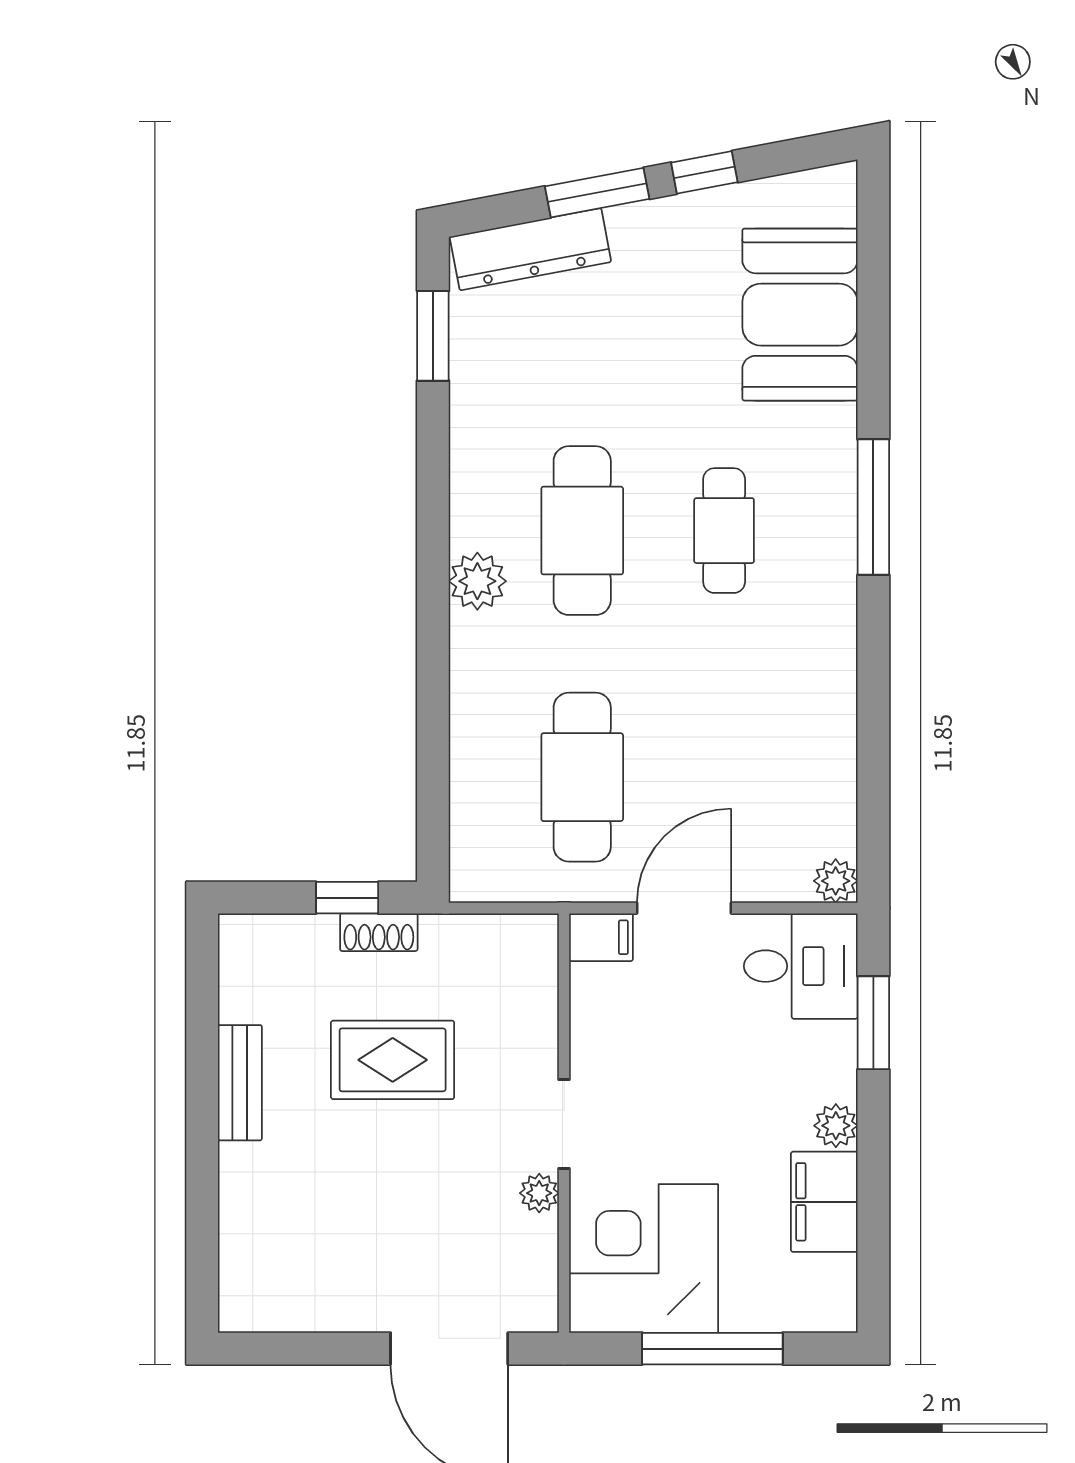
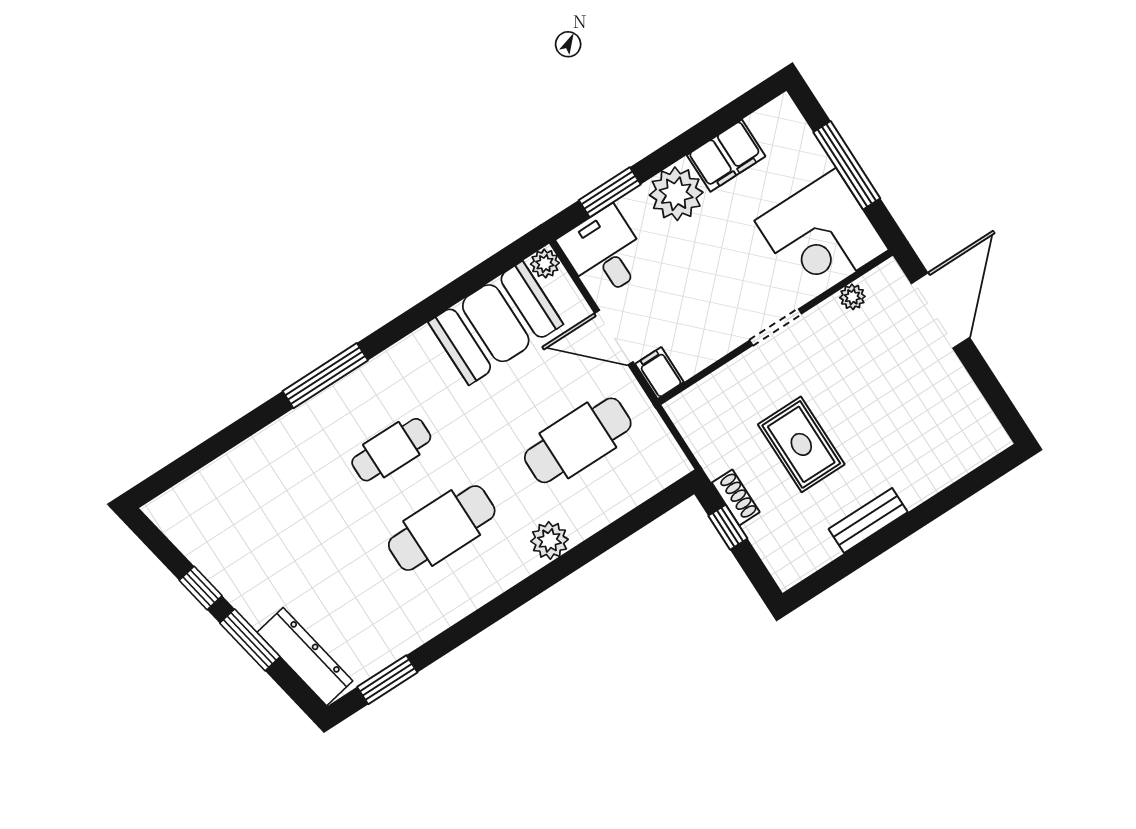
booth: (800, 315) -> (496, 323), moved
plant: (477, 581) -> (550, 540), moved
plant: (836, 1126) -> (676, 194), width x1.87, depth x1.87
plant: (539, 1193) -> (852, 297), moved

